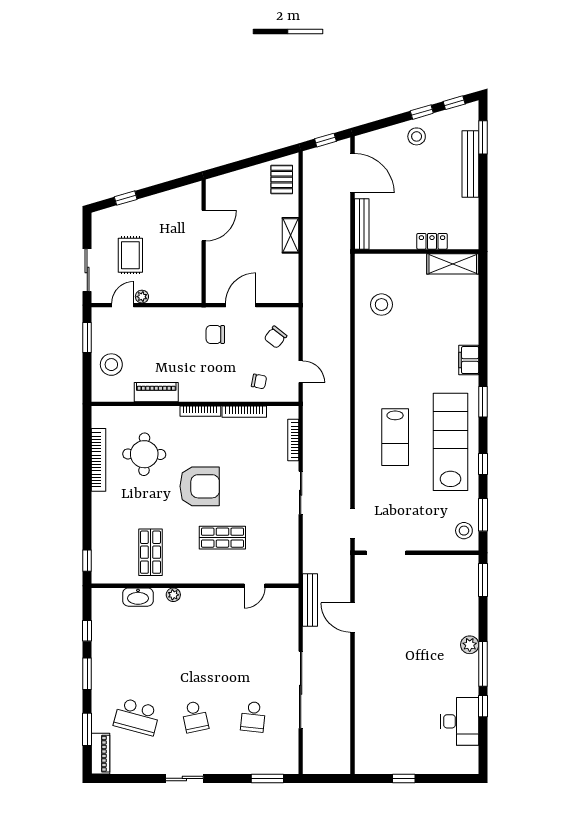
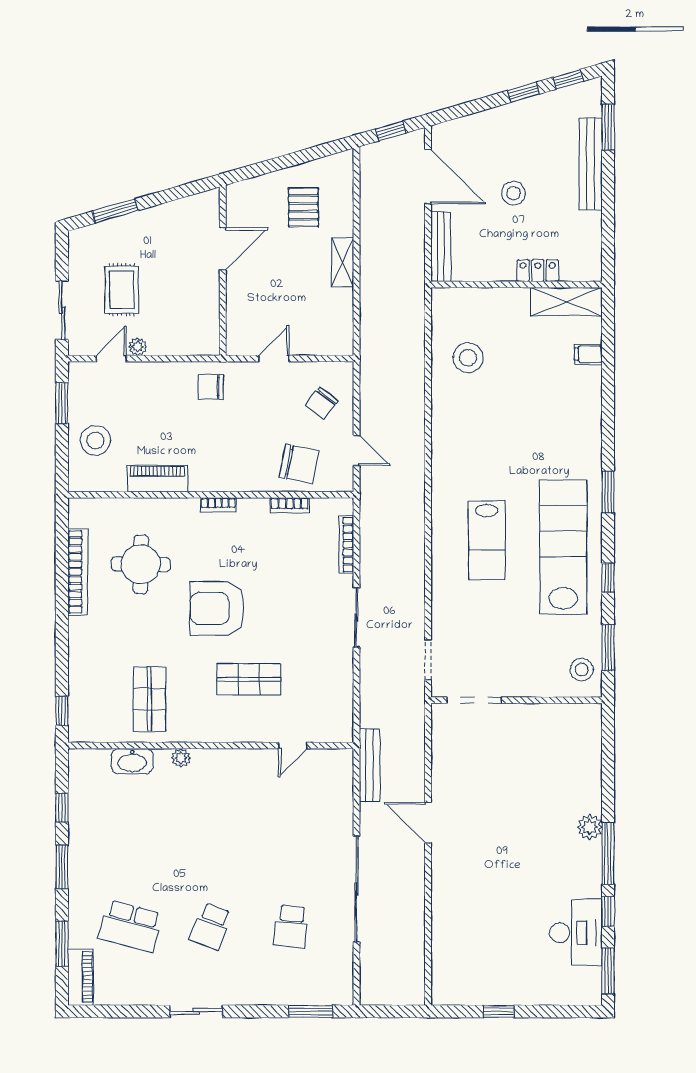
stool: (417, 136) -> (513, 193), moved
pallet: (282, 180) -> (303, 207), moved
window: (126, 198) -> (115, 211), width x1.50
door: (241, 305) -> (274, 359), width x0.73
chair: (215, 334) -> (211, 387), moved
filing cabinet: (469, 360) -> (588, 354), moved, width x0.50
chair: (259, 381) -> (299, 464), width x1.87, depth x1.87
bookcase: (200, 411) -> (218, 505), width x0.64
bookcase: (244, 412) -> (290, 505), width x0.64
armchair: (200, 486) -> (217, 608), turned 180
window: (483, 580) -> (608, 971), moved
door: (353, 618) -> (428, 823), moved
school desk: (195, 717) -> (211, 926), turned 33

